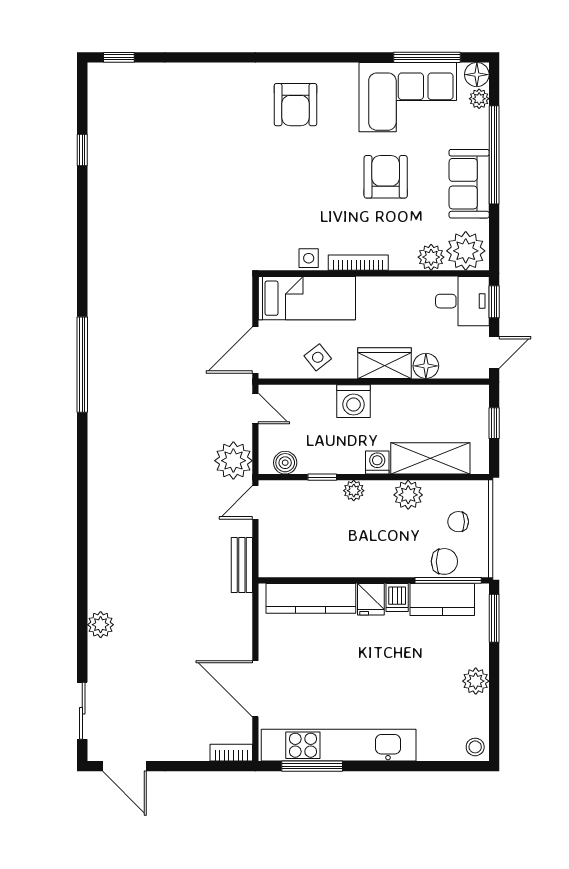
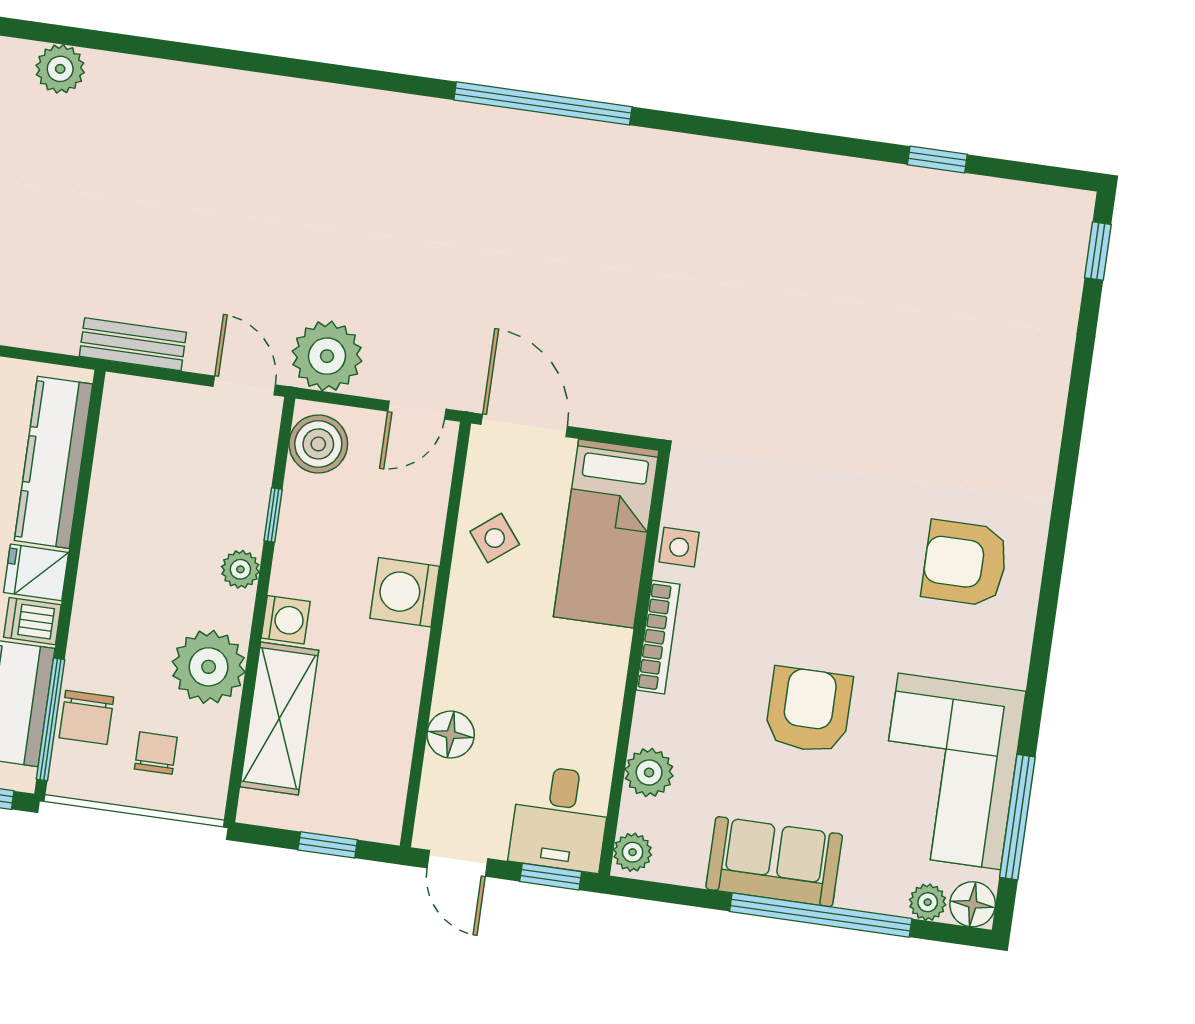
armchair: (386, 177) -> (809, 710), turned -90
plant: (466, 251) -> (633, 852), width x0.53, depth x0.53
wardrobe: (384, 363) -> (467, 659), removed
boiler: (285, 463) -> (318, 444), width x1.36, depth x1.36
plant: (408, 495) -> (209, 667), width x1.36, depth x1.36

